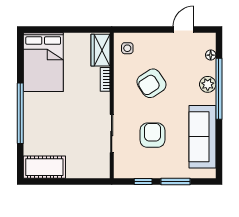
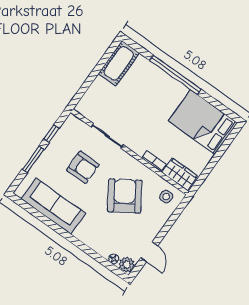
armchair: (151, 83) -> (125, 196), width x1.36, depth x1.36
plant: (208, 84) -> (127, 265), moved
window: (219, 89) -> (82, 246), removed

